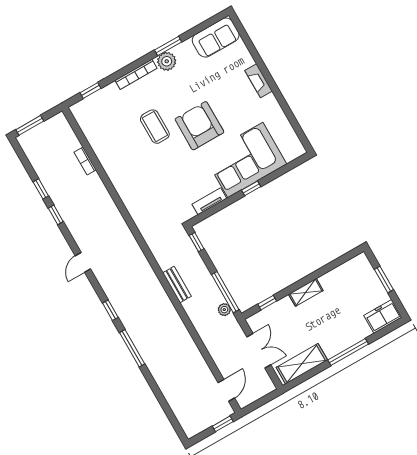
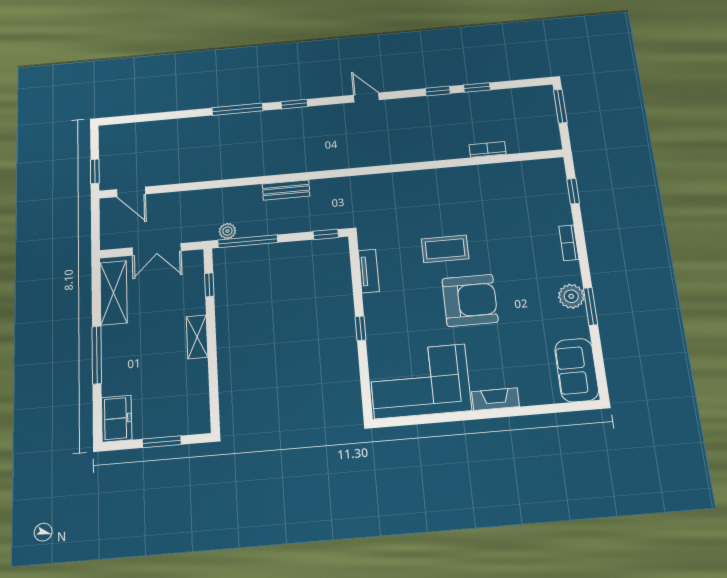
bookcase: (136, 74) -> (569, 243), width x0.64
coffee table: (155, 127) -> (445, 249), moved
corner sofa: (245, 160) -> (420, 381), moved, turned -90

